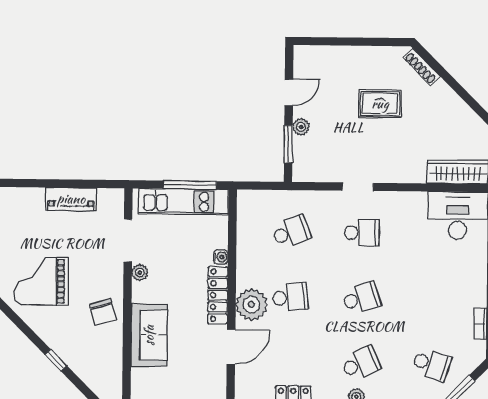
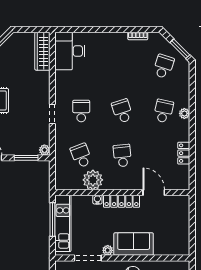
plant: (301, 127) -> (44, 150), moved
plant: (251, 305) -> (93, 180), moved
sofa: (149, 335) -> (134, 244), moved
school desk: (361, 364) -> (163, 111), turned 36

